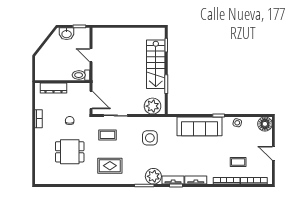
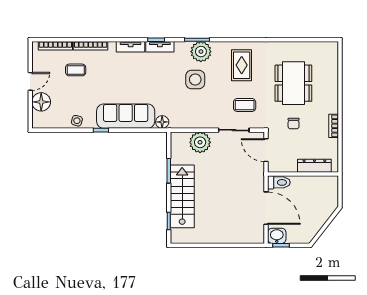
washbasin: (67, 34) -> (277, 236), moved
door: (91, 55) -> (266, 208), width x1.88
plant: (153, 106) -> (200, 142), moved
floor lamp: (171, 122) -> (162, 122), added
floor lamp: (265, 124) -> (41, 102), moved
side table: (150, 138) -> (195, 79), moved
dining table: (70, 152) -> (293, 83), width x1.37
door: (273, 153) -> (30, 81), hinge flipped
rug: (110, 166) -> (242, 65), turned 90
plant: (153, 176) -> (201, 52), moved

